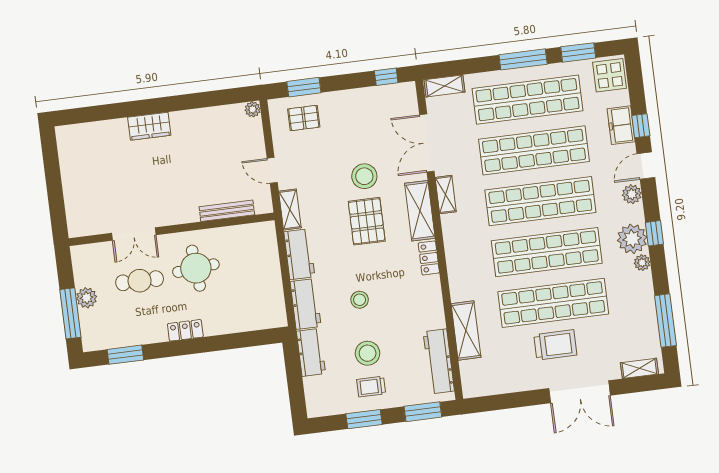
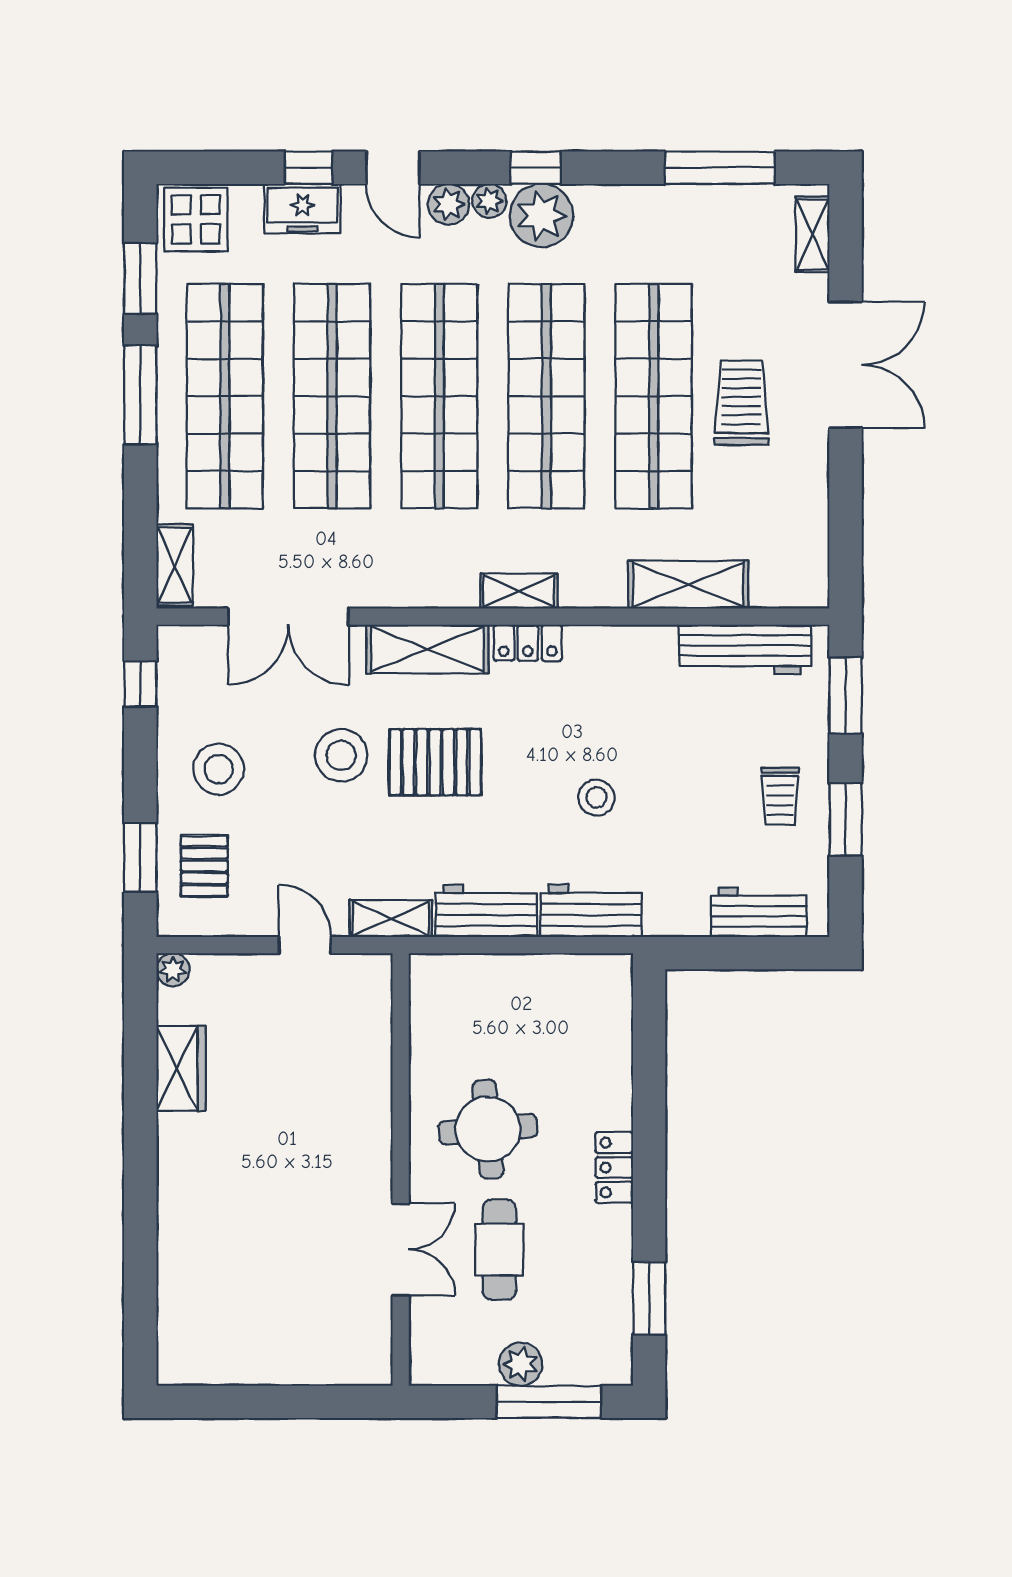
wardrobe: (149, 126) -> (181, 1068), moved
door: (272, 170) -> (305, 945), swing flipped
shelving: (446, 195) -> (519, 591), moved
bench: (227, 211) -> (377, 1050), removed
plant: (642, 263) -> (489, 201), moved
workbench: (311, 352) -> (759, 912), moved
stool: (368, 353) -> (219, 769), moved

